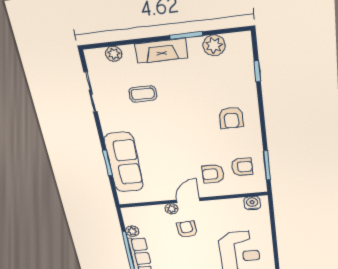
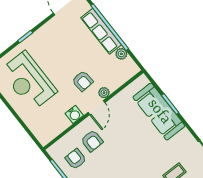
armchair: (242, 167) -> (76, 159), turned 90
armchair: (213, 174) -> (92, 141), turned 90
water cooler: (252, 203) -> (74, 114), moved

